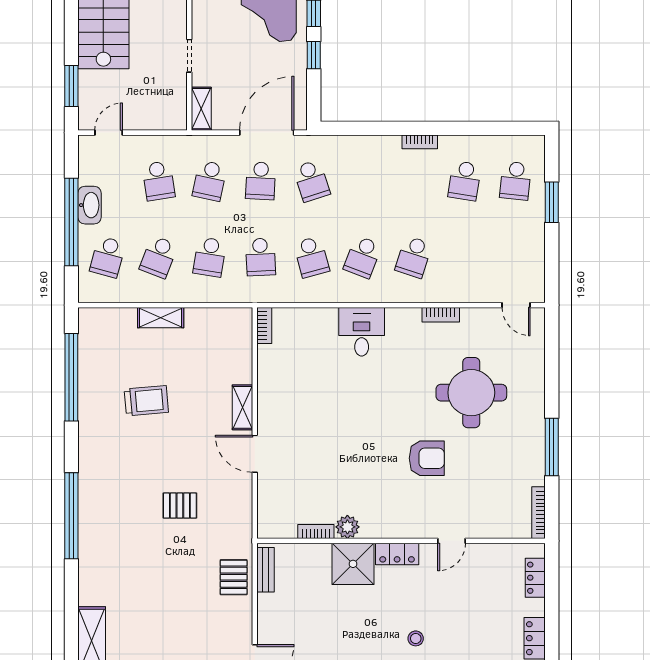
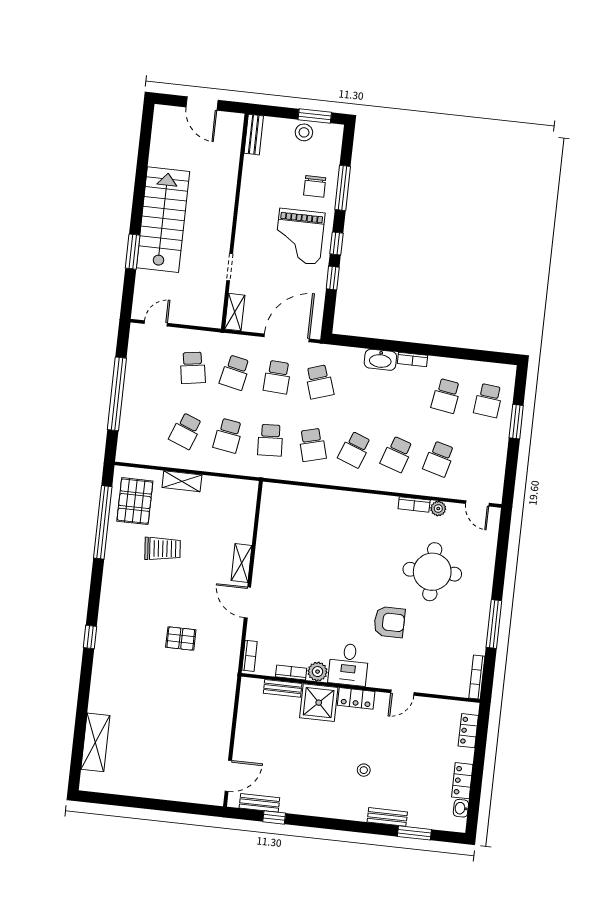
window: (71, 86) -> (133, 252), moved
washbasin: (90, 205) -> (380, 360), moved, turned 90
school desk: (108, 257) -> (439, 459), moved
plant: (470, 316) -> (438, 509), added
bookcase: (264, 326) -> (250, 656), moved
desk: (362, 332) -> (349, 664), moved, turned 180
window: (71, 516) -> (90, 637), width x0.32
bench: (266, 570) -> (283, 688), moved, turned 90
pallet: (234, 577) -> (135, 501), moved, width x1.50, depth x1.42

